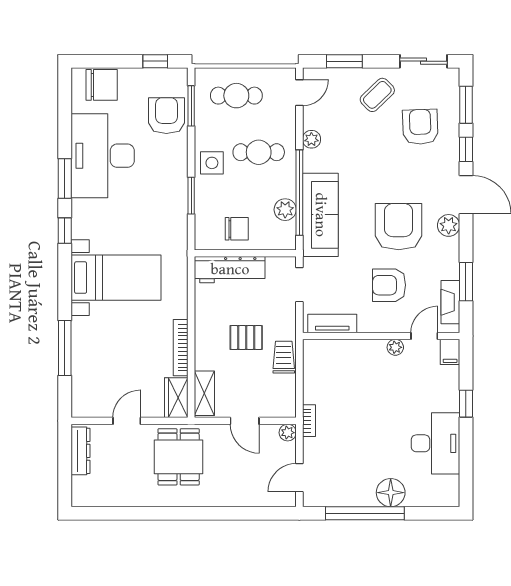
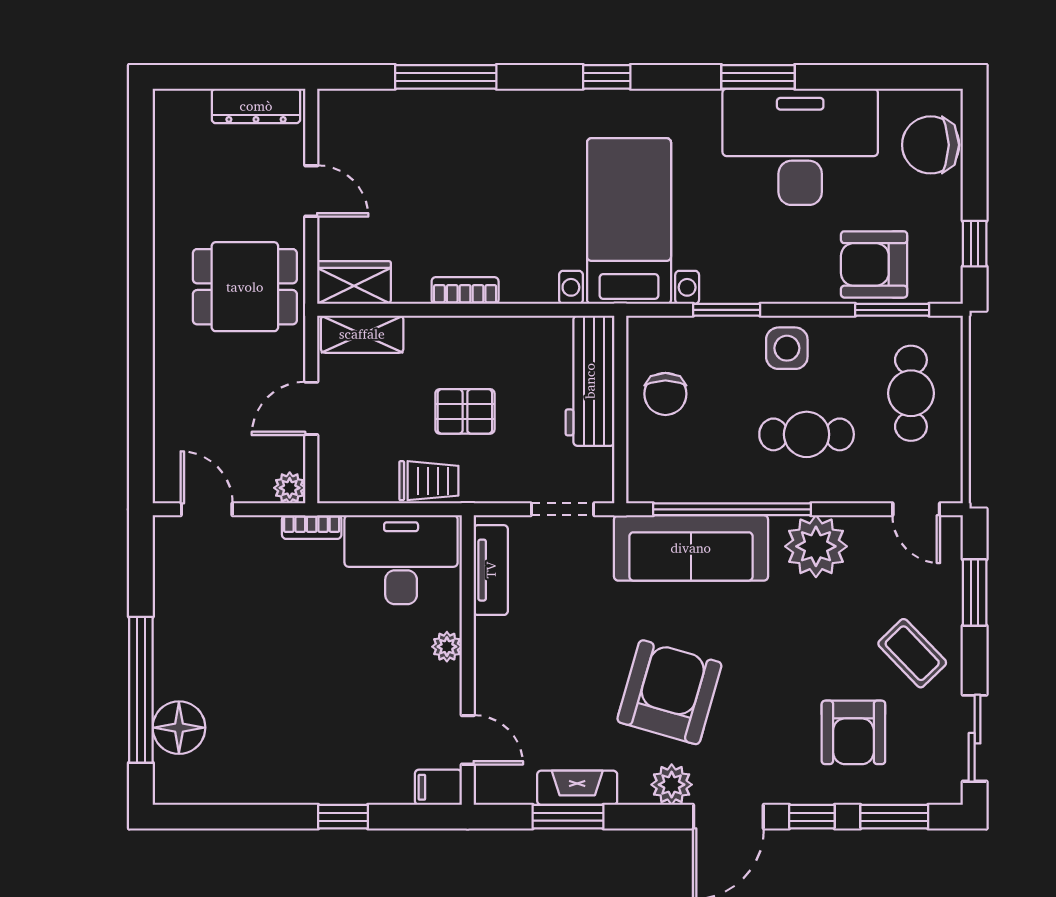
chair: (102, 85) -> (931, 145), turned 90
armchair: (166, 116) -> (874, 264), turned 180
armchair: (420, 127) -> (853, 732), turned 92
plant: (311, 139) -> (816, 546), width x1.88, depth x1.88
cafe table: (259, 152) -> (807, 434), turned 90
plant: (285, 210) -> (701, 483), removed
armchair: (399, 227) -> (669, 692), turned -74
window: (65, 231) -> (607, 77), moved
bed with nightstands: (116, 278) -> (629, 221), moved, turned 180
armchair: (389, 285) -> (561, 675), removed
fireplace: (450, 302) -> (577, 788), moved
pallet: (246, 338) -> (465, 411), turned 90
plant: (395, 347) -> (447, 647), moved
bookcase: (181, 348) -> (465, 291), width x0.64
desk: (435, 443) -> (401, 560), moved, turned 180
floor lamp: (391, 493) -> (179, 728), moved
window: (365, 513) -> (141, 690), moved

